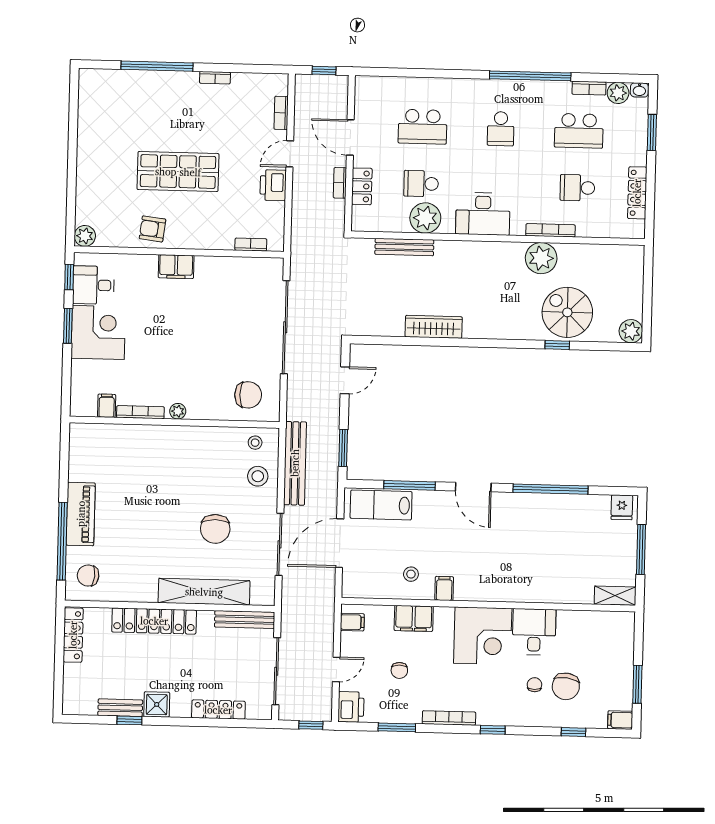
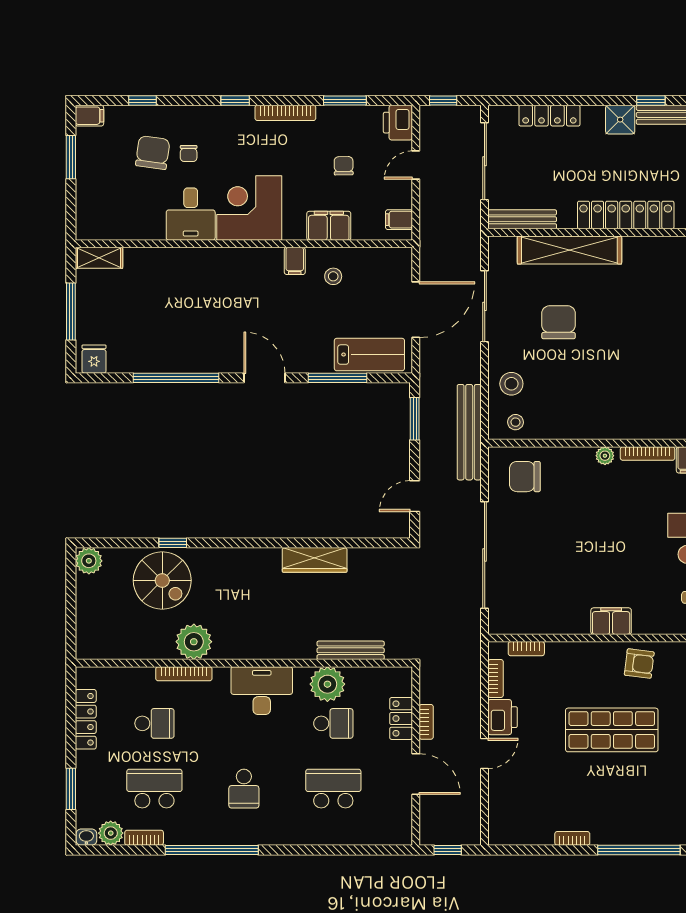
bookcase: (281, 113) -> (496, 679), moved
school desk: (501, 129) -> (244, 789), turned 180
bench: (295, 463) -> (469, 432), moved

